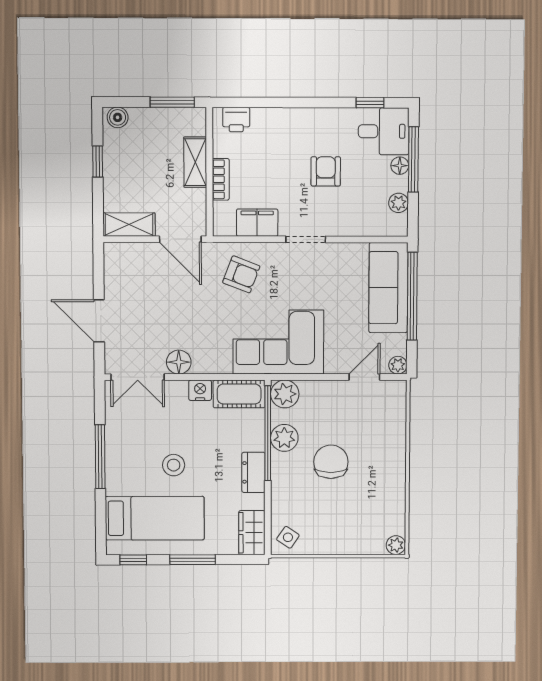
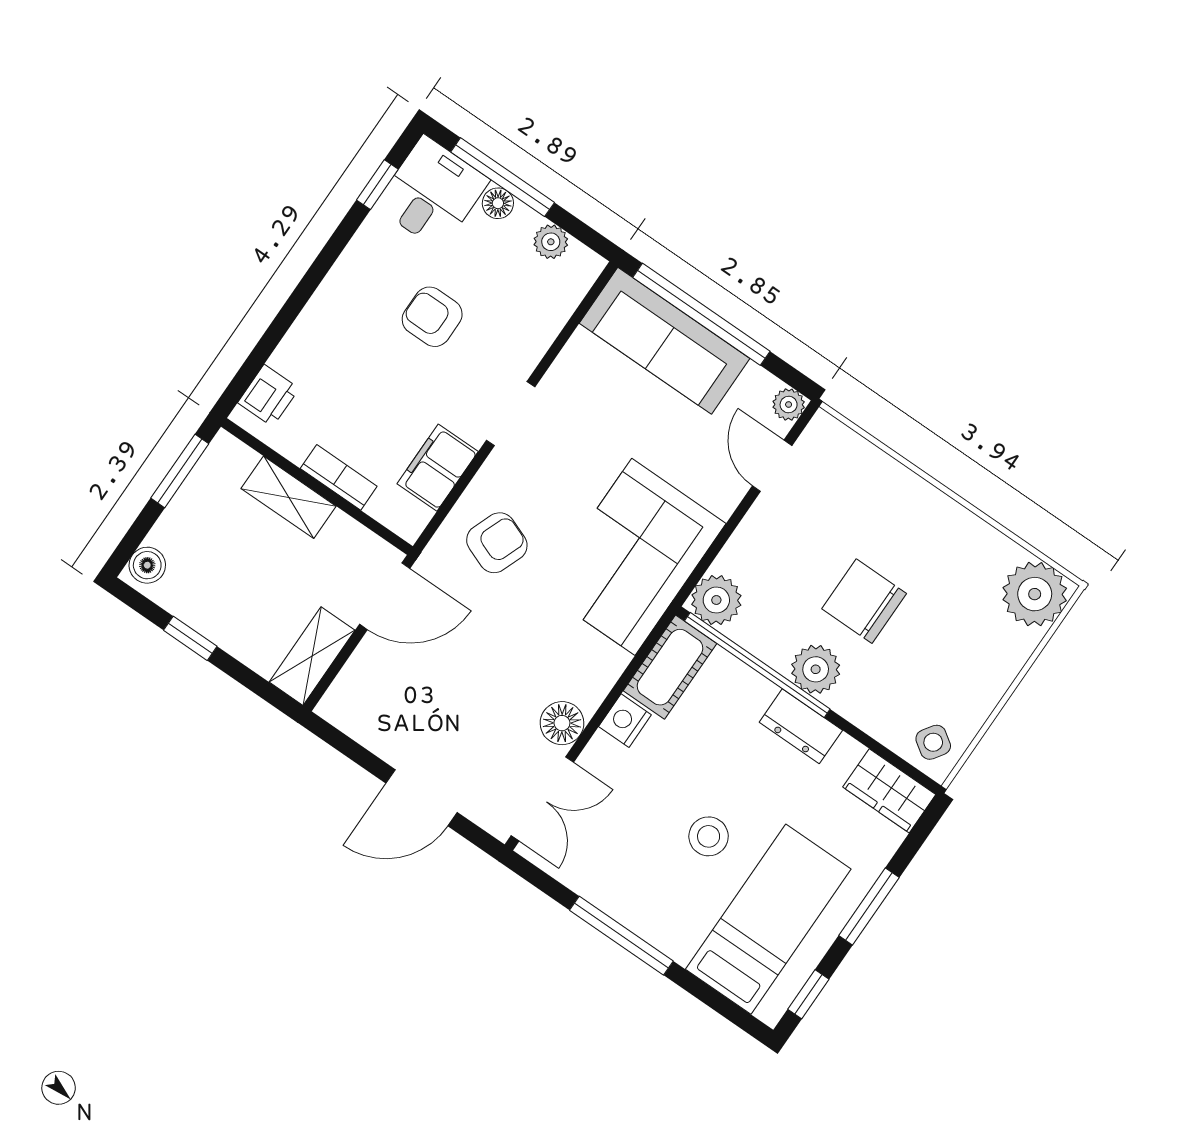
plant: (284, 438) -> (816, 669), moved
plant: (396, 545) -> (1035, 594), width x1.87, depth x1.87

